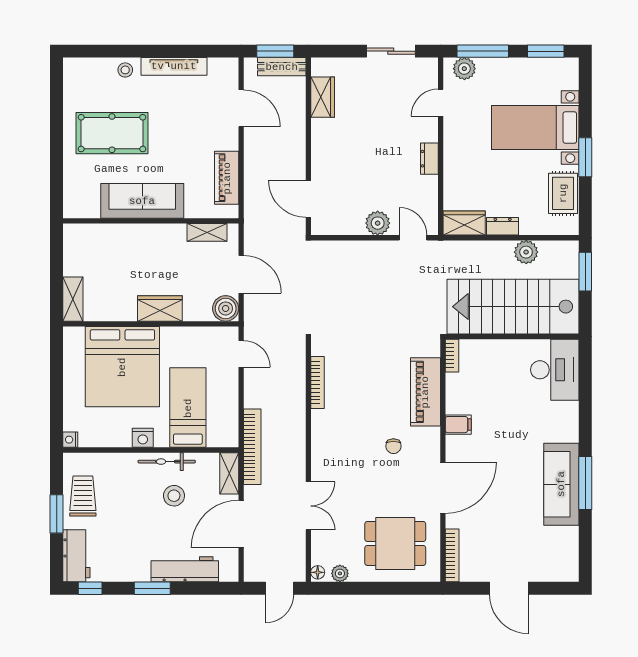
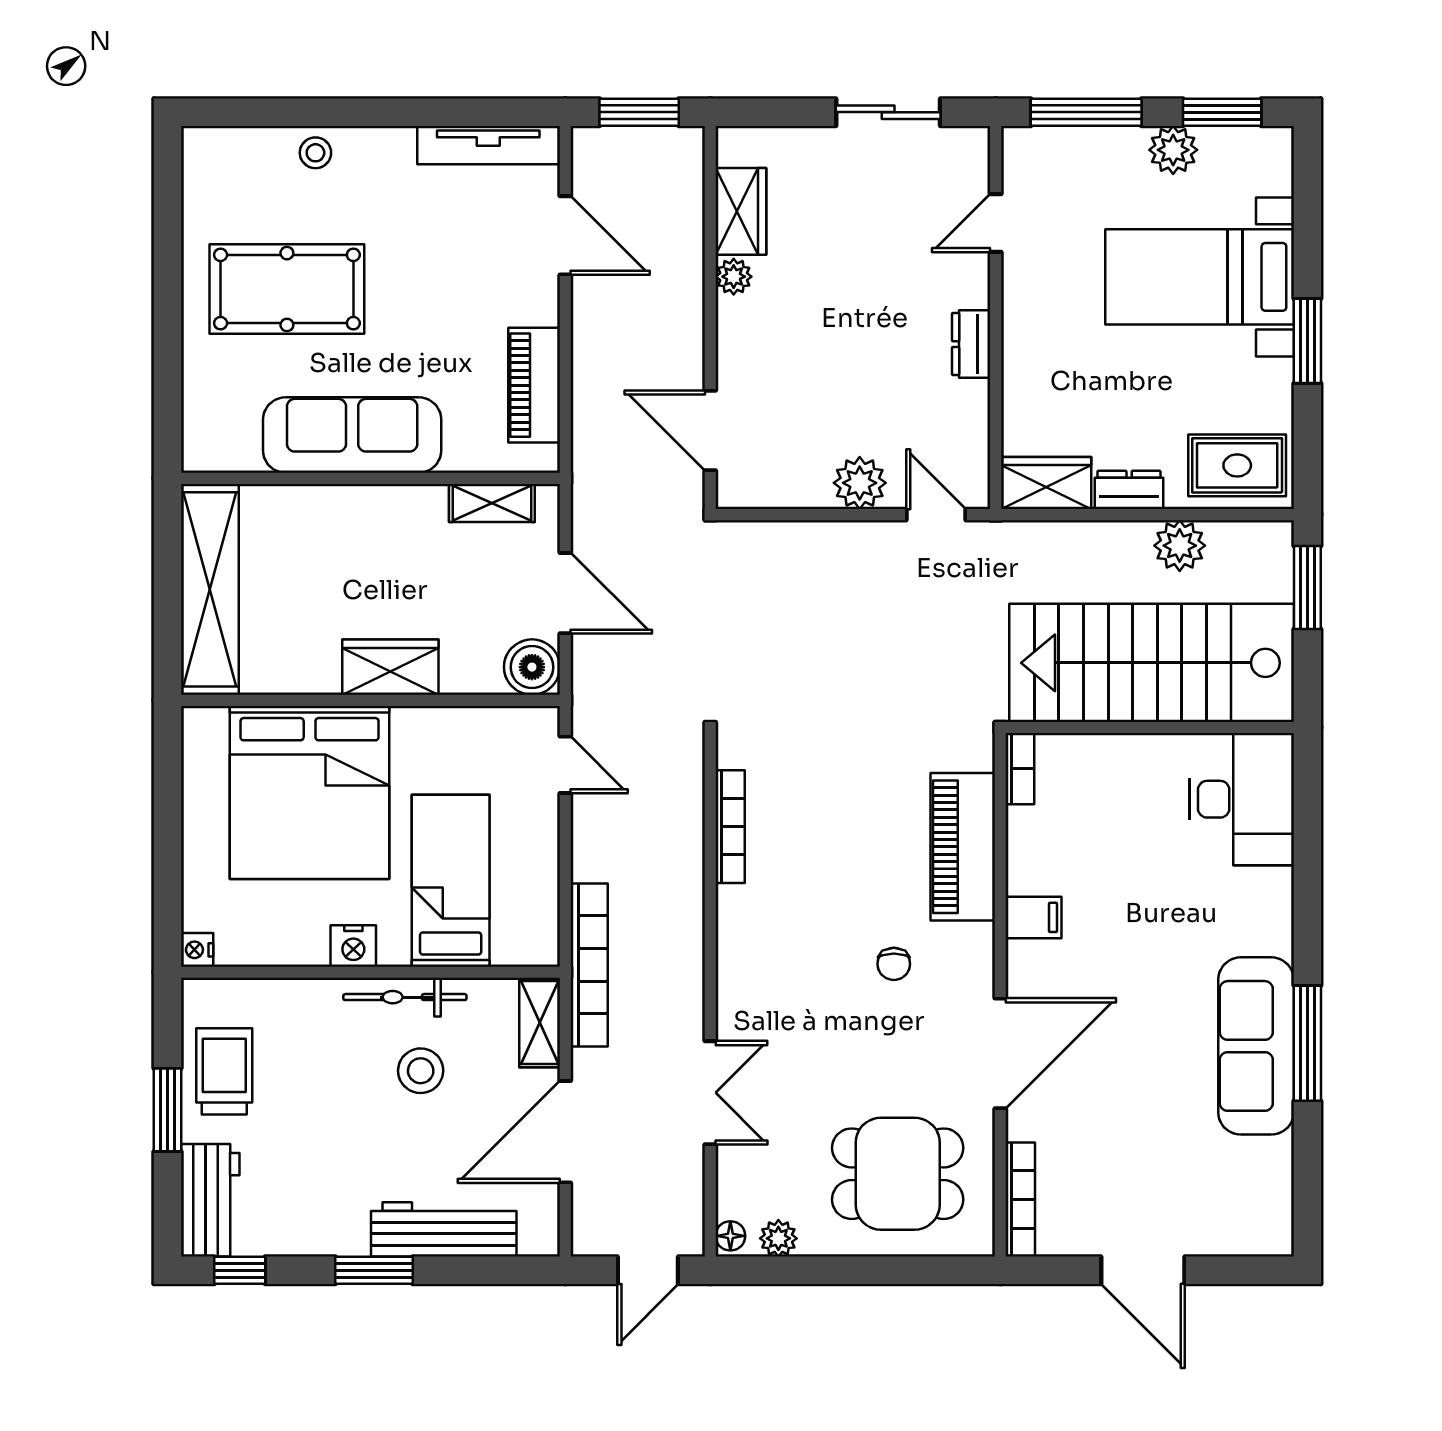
tv unit: (174, 66) -> (488, 145), moved
bench: (282, 67) -> (653, 146), removed
plant: (464, 69) -> (1173, 150), moved
plant: (319, 127) -> (734, 277), added
rug: (563, 193) -> (1237, 465), moved, turned 90
shelving: (73, 299) -> (210, 589), width x2.20, depth x1.33

